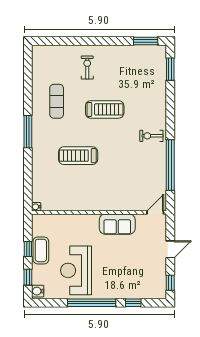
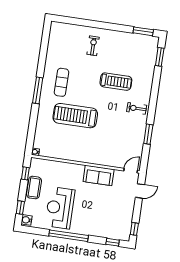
exercise mat: (57, 101) -> (61, 82), moved
treadmill: (105, 109) -> (116, 82), moved
treadmill: (78, 156) -> (75, 116), width x1.37, depth x1.38
window: (170, 165) -> (148, 134), width x0.47
window: (28, 249) -> (25, 173), moved
door: (170, 249) -> (140, 191), moved
window: (133, 303) -> (113, 242), moved

